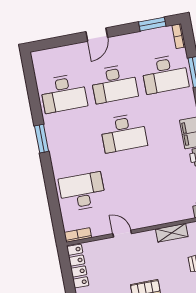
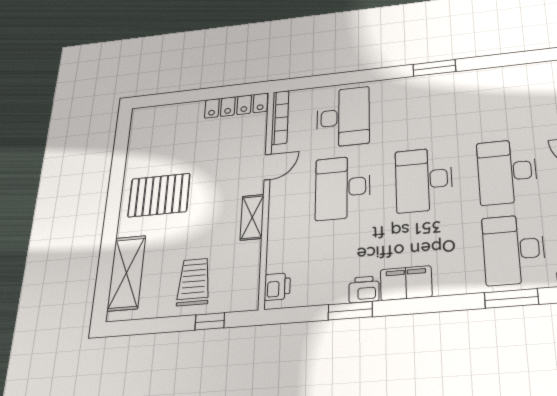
desk: (64, 93) -> (343, 188), moved
shelving: (172, 233) -> (252, 217), moved
bookcase: (78, 235) -> (280, 117), width x1.56

